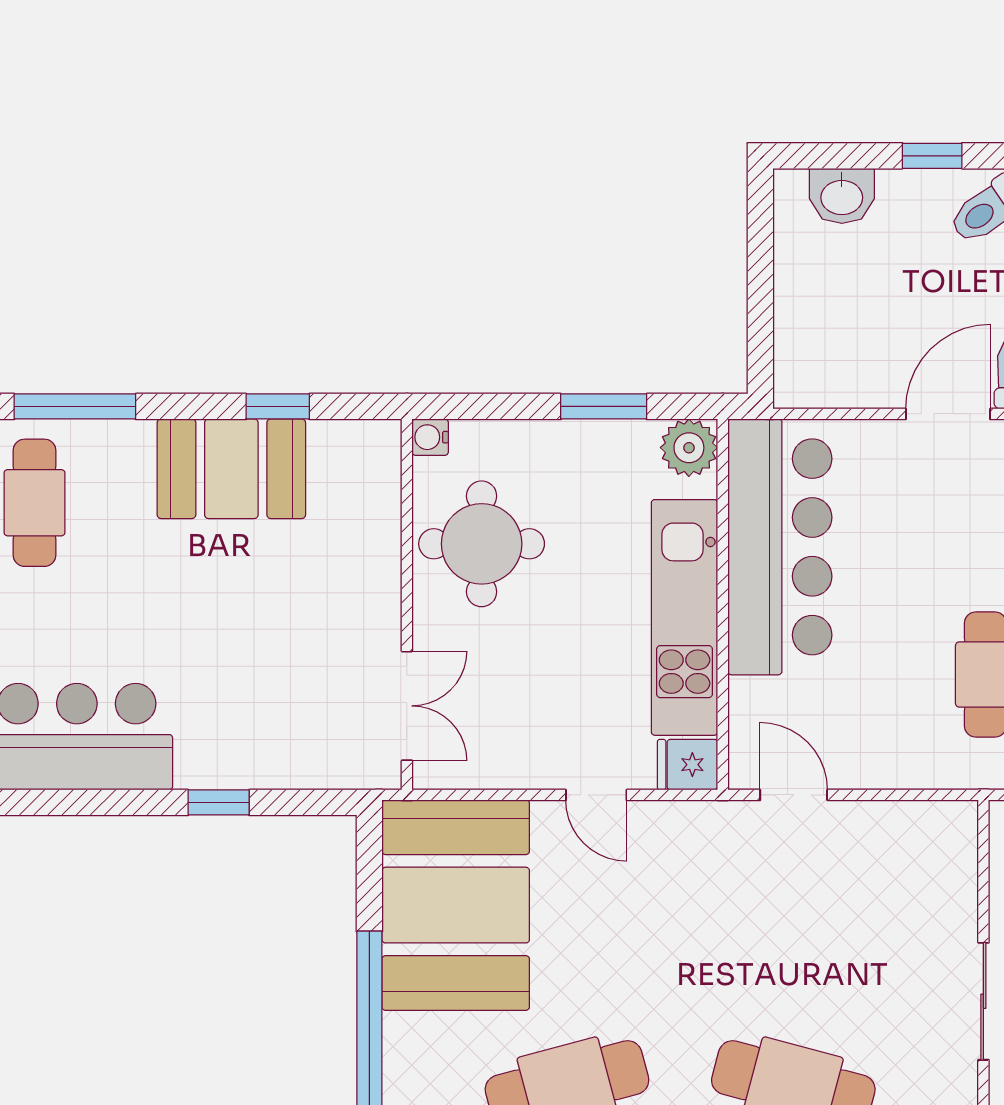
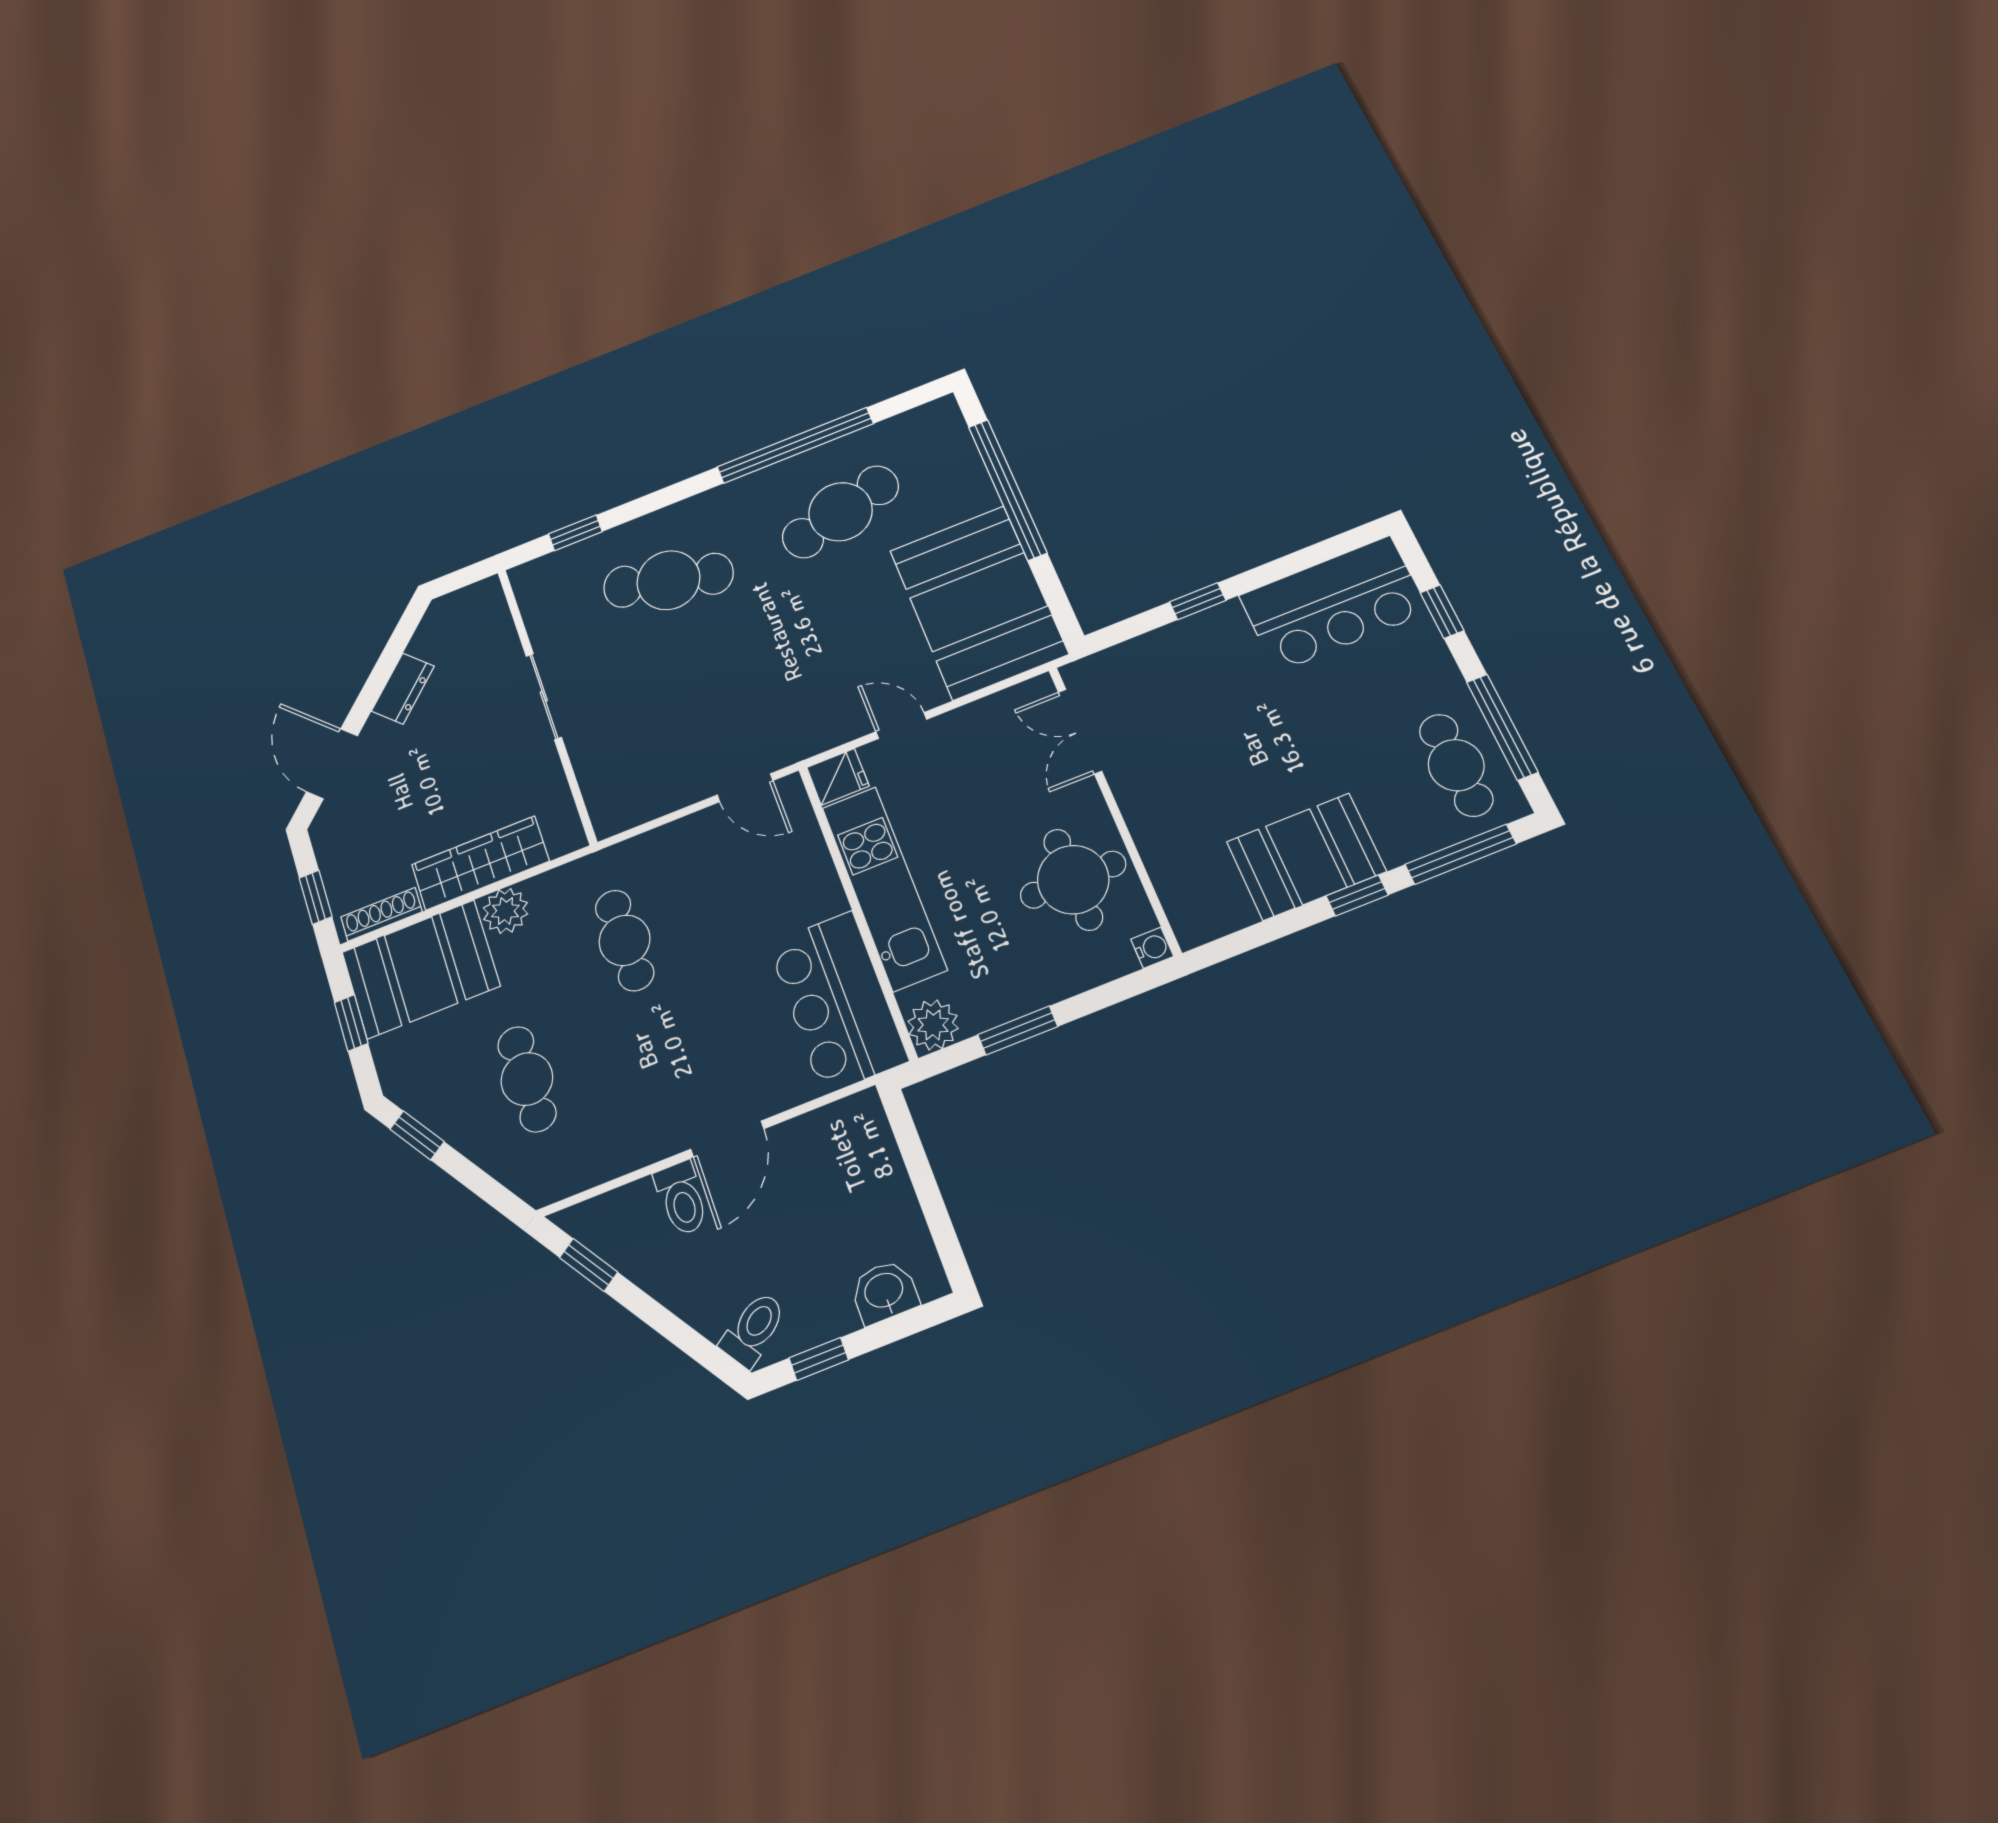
window: (278, 406) -> (1357, 895), moved
bar counter: (780, 547) -> (838, 1002), width x0.73

